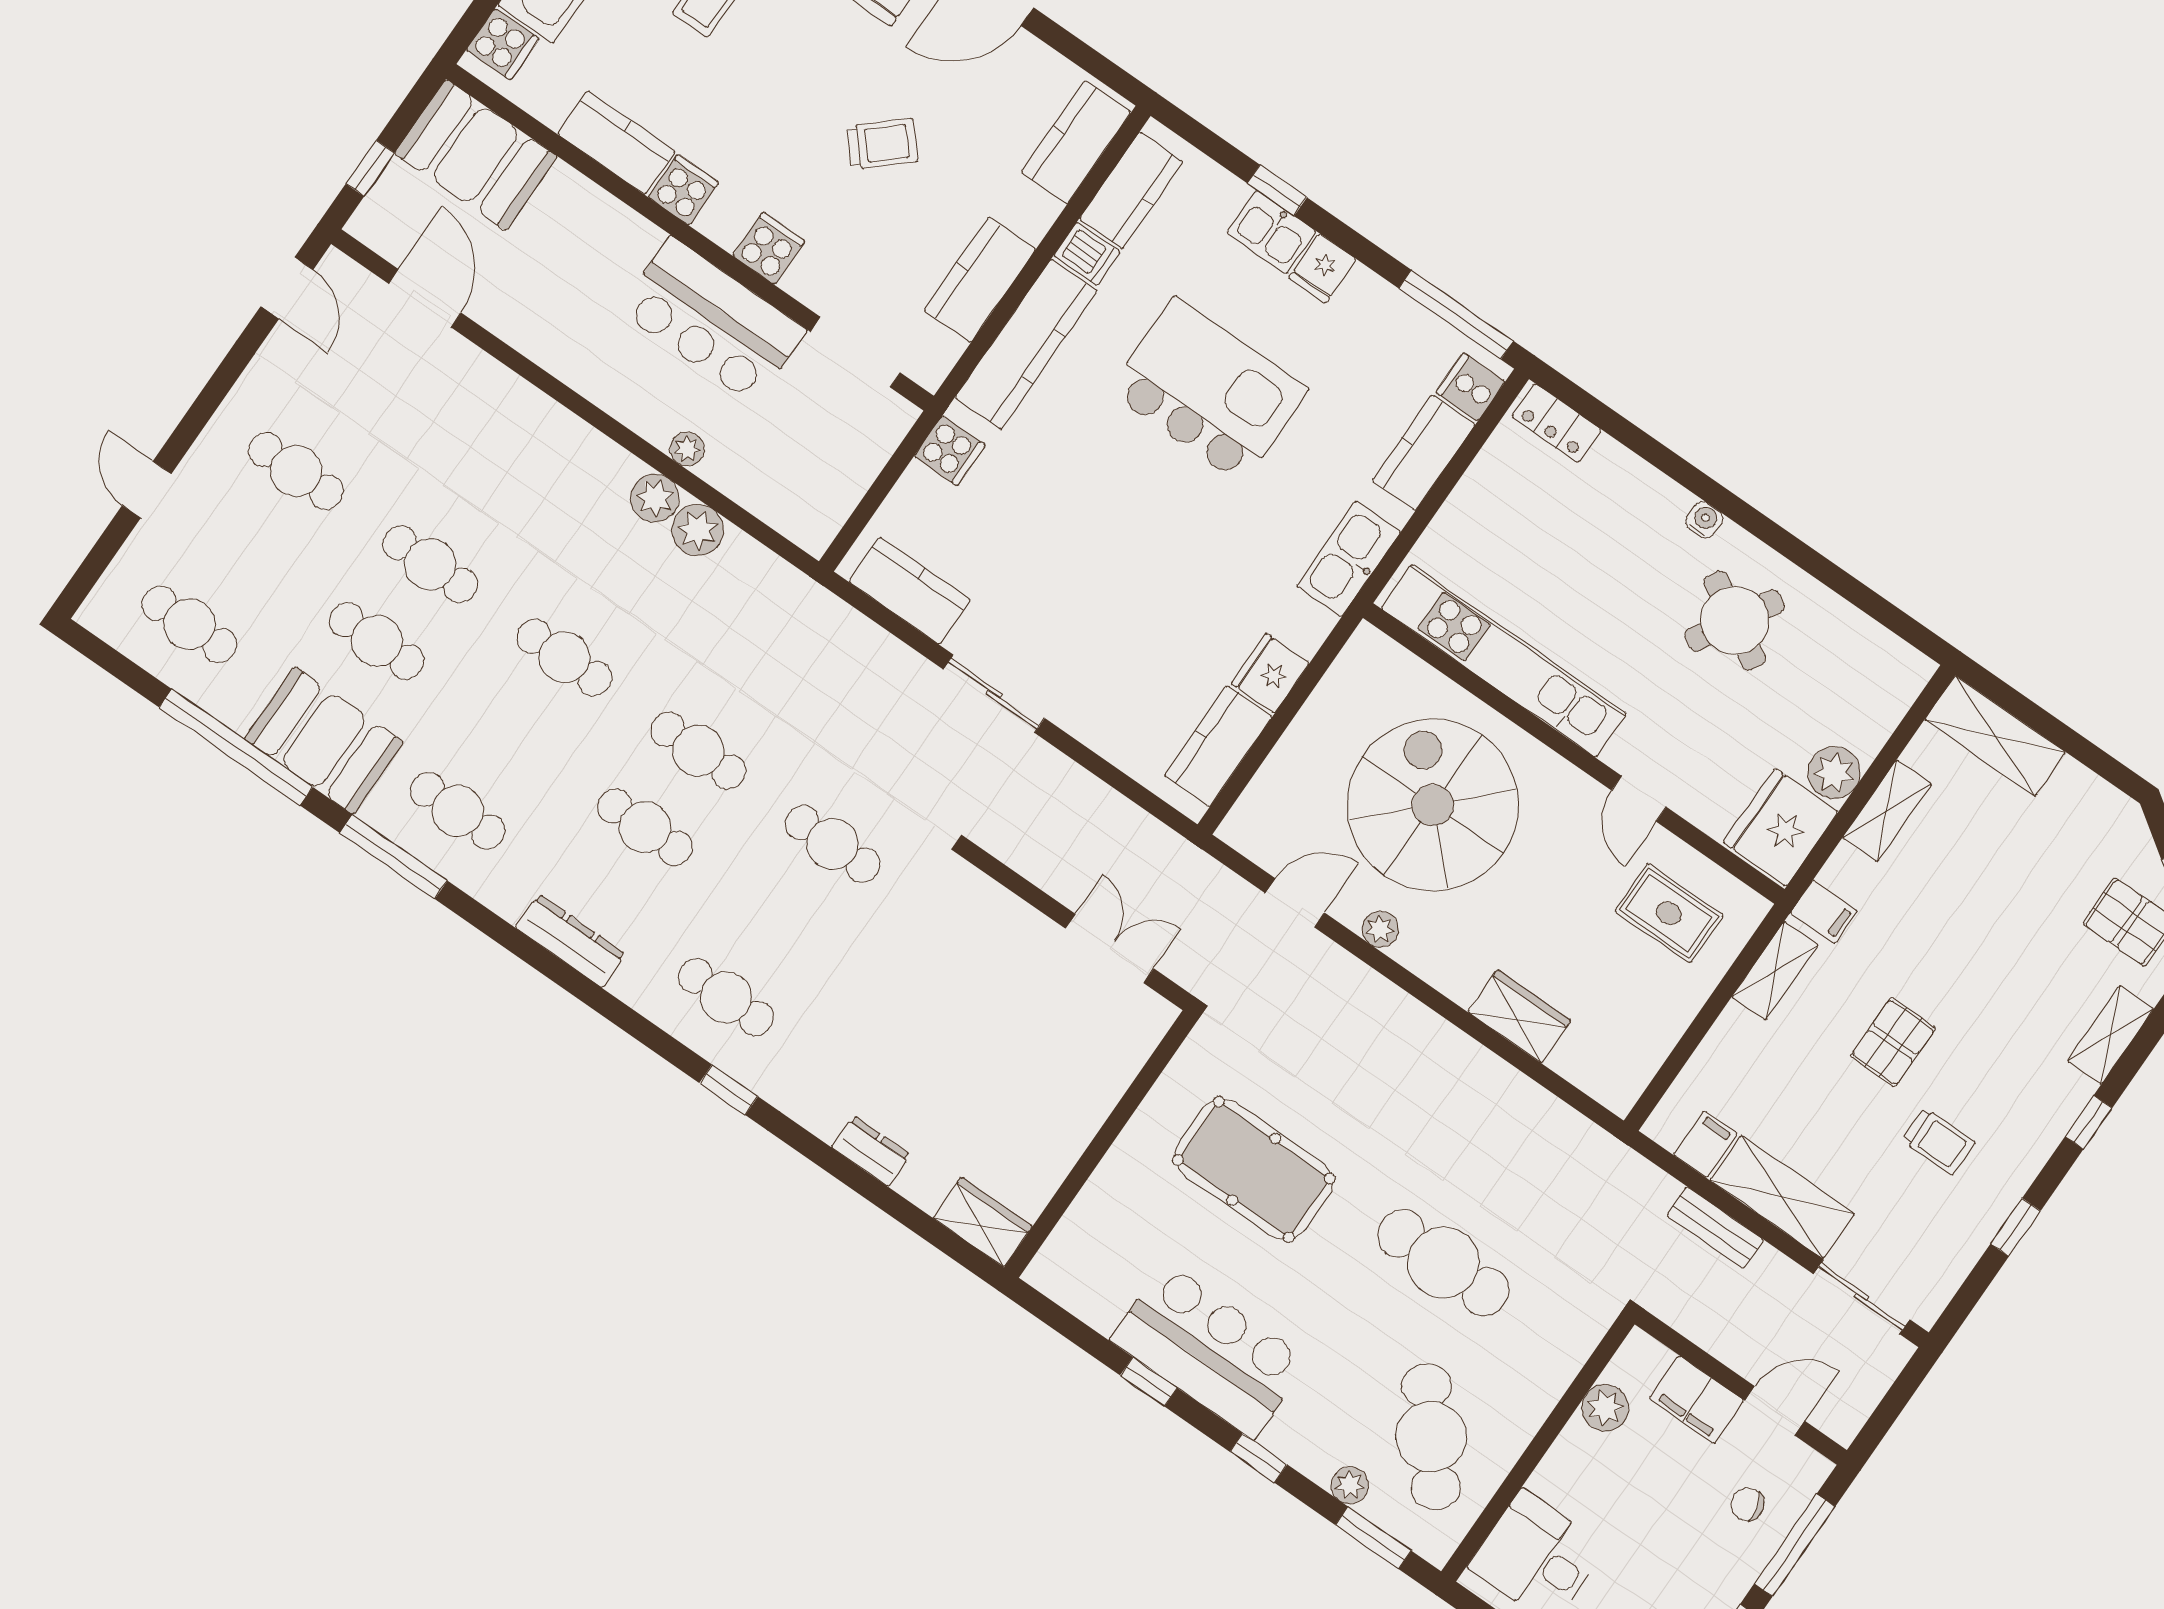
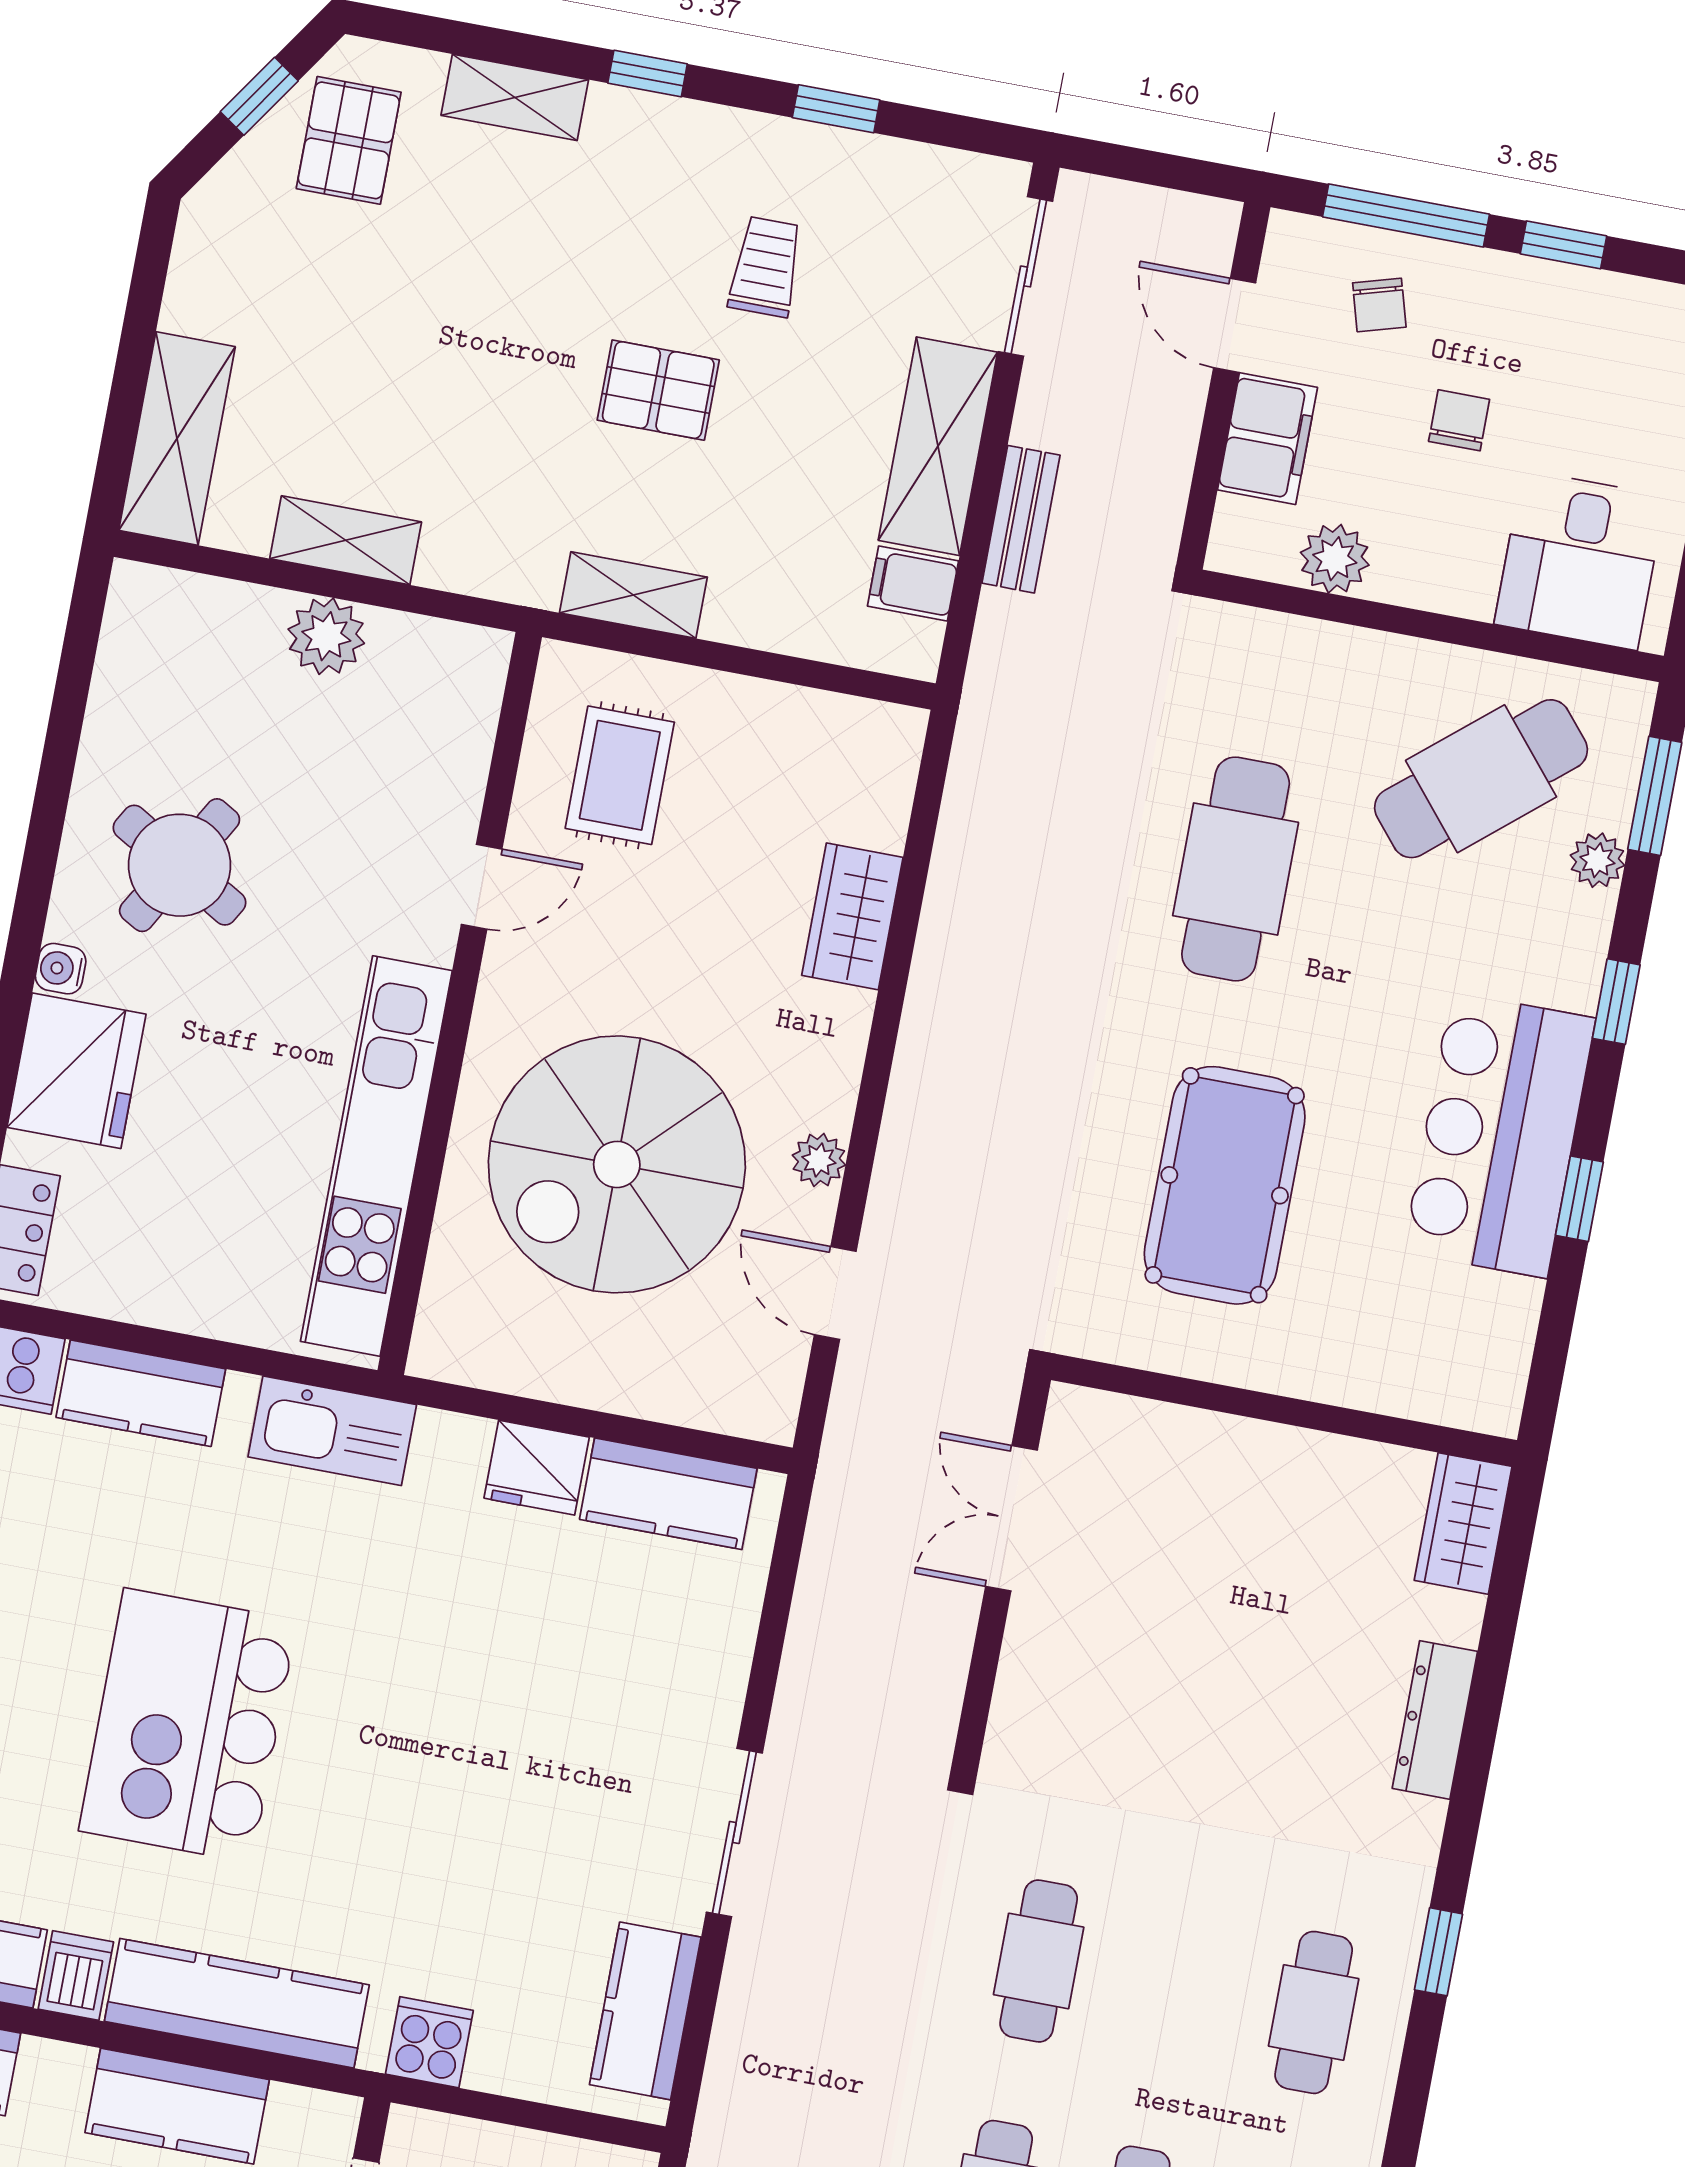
fridge: (1781, 827) -> (76, 1071), moved, turned -90
filing cabinet: (1824, 912) -> (523, 565), removed
dresser: (871, 1151) -> (1435, 1720), width x1.44
chair: (1655, 1521) -> (1459, 420), added

